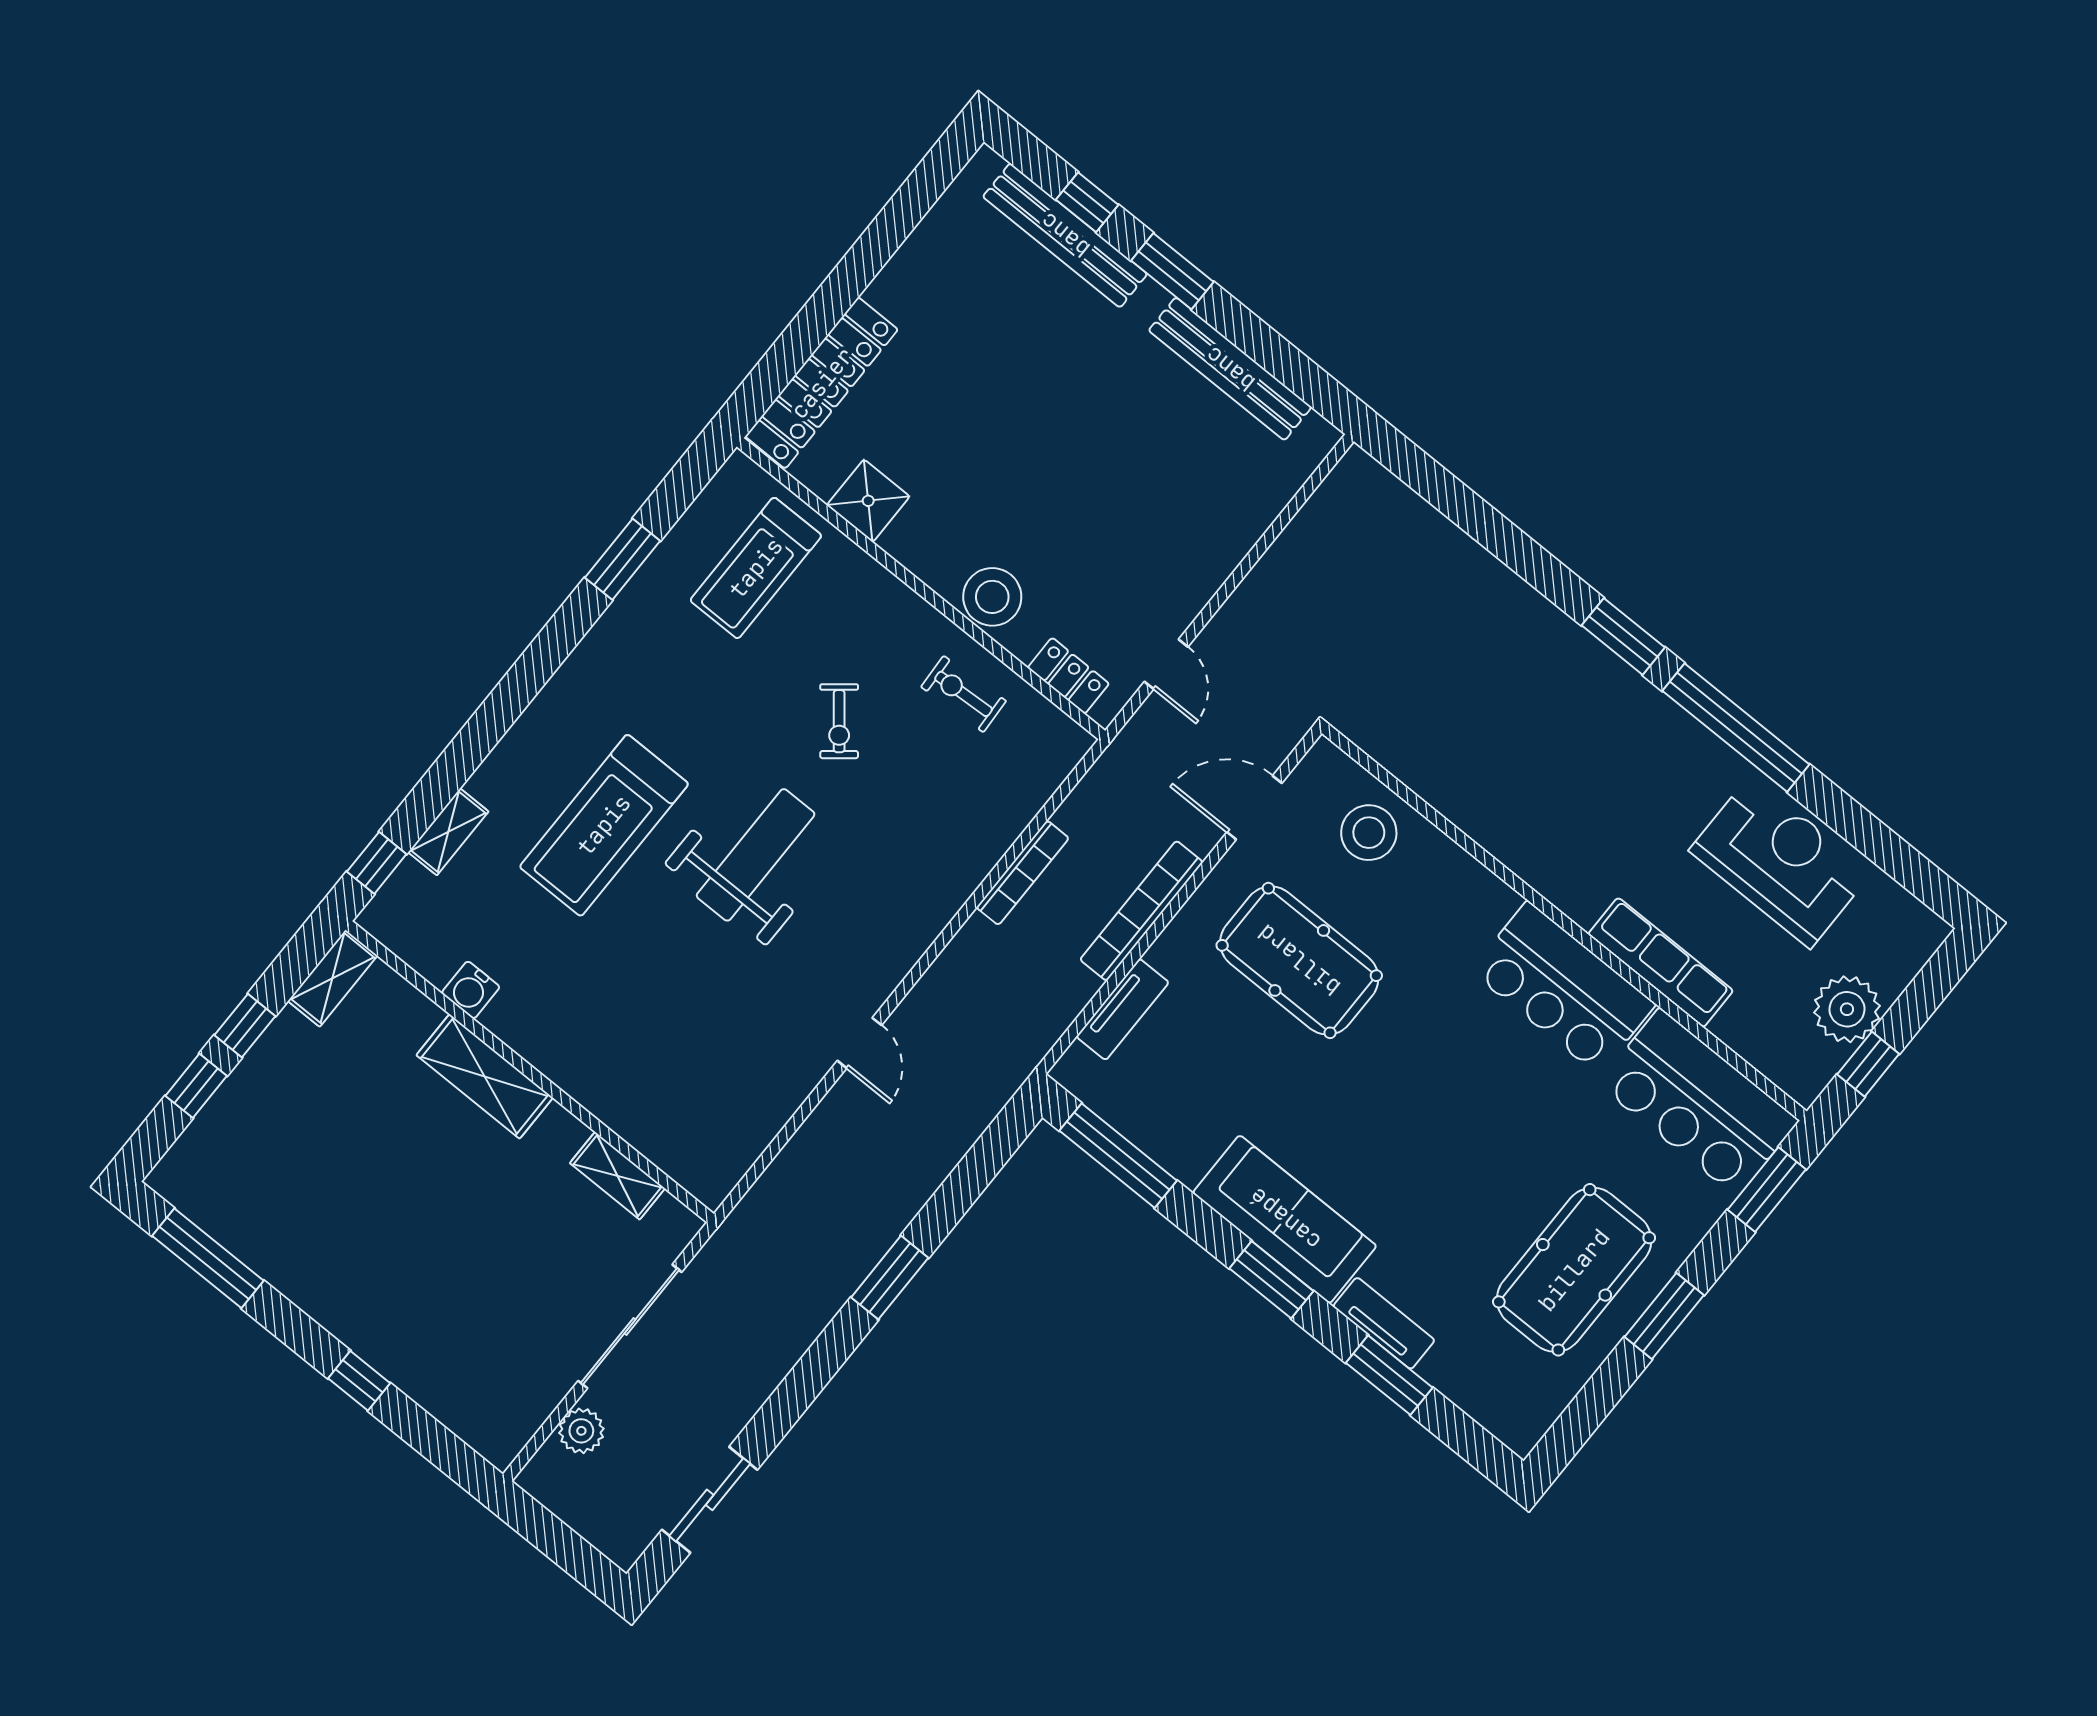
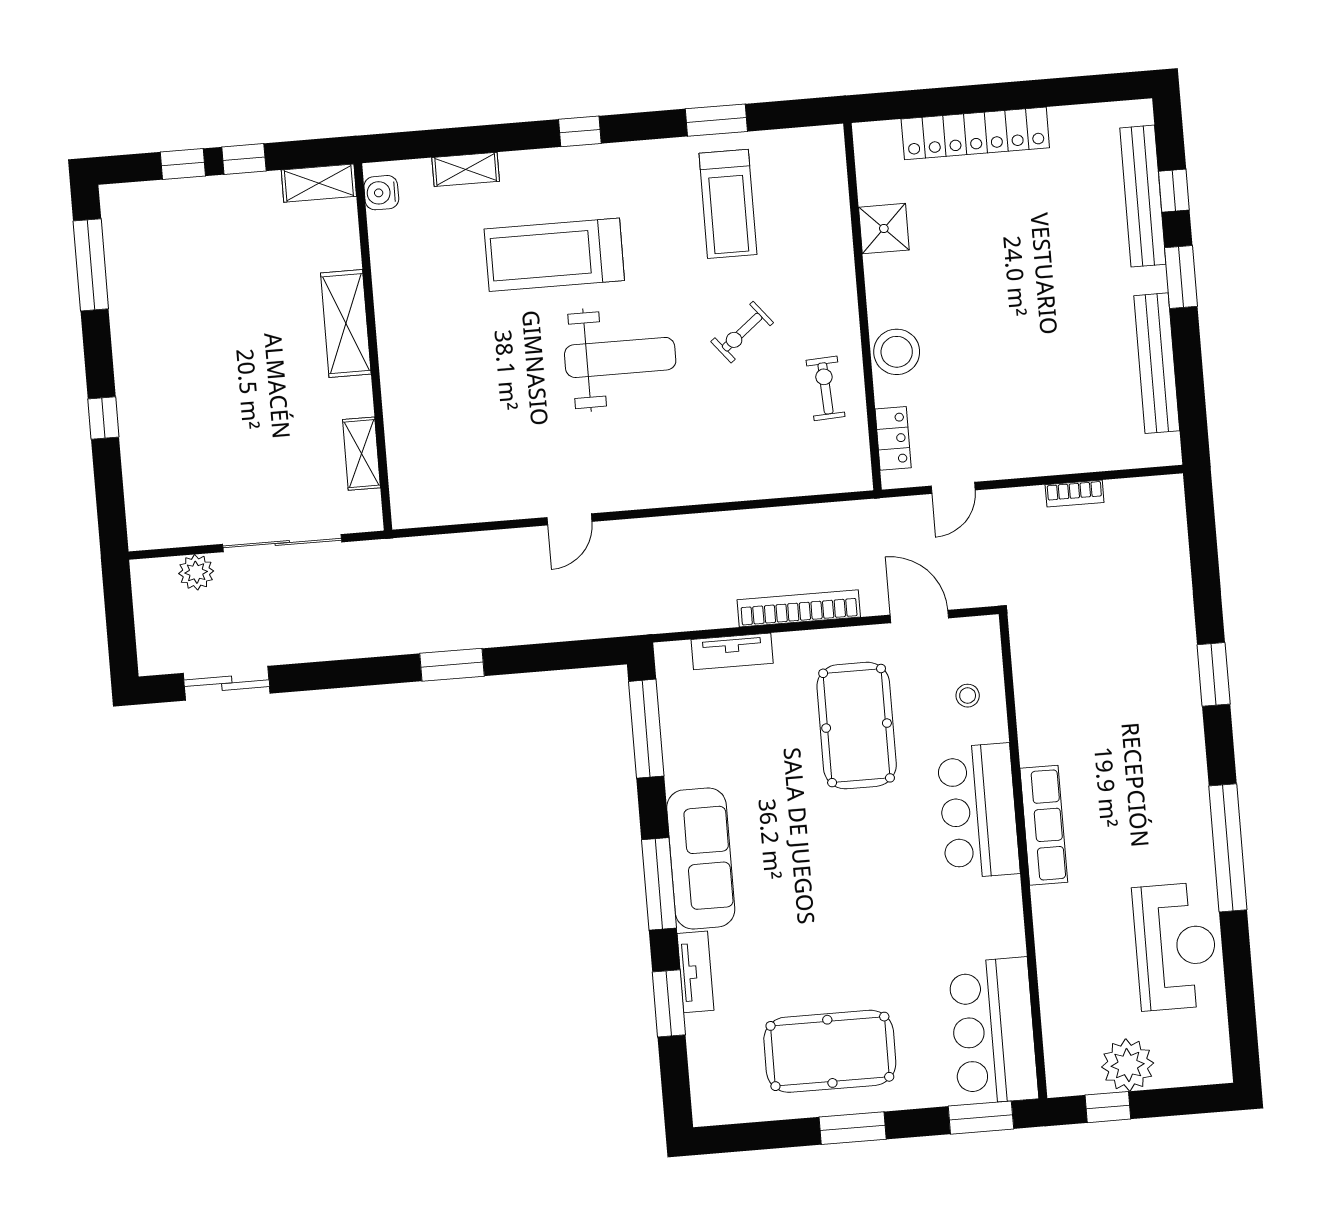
locker: (822, 383) -> (975, 133), moved
treadmill: (756, 568) -> (728, 204), moved, turned -90
window: (1623, 636) -> (1214, 674), moved
stool: (1369, 833) -> (968, 696), width x0.53, depth x0.53
window: (377, 863) -> (580, 131), moved
bookcase: (1023, 873) -> (1075, 494), moved, width x0.64
row of seats: (1661, 962) -> (1044, 825), moved
bar counter: (1563, 988) -> (978, 811), moved
water cooler: (471, 990) -> (381, 193), moved
window: (1271, 1280) -> (659, 884), width x1.44

